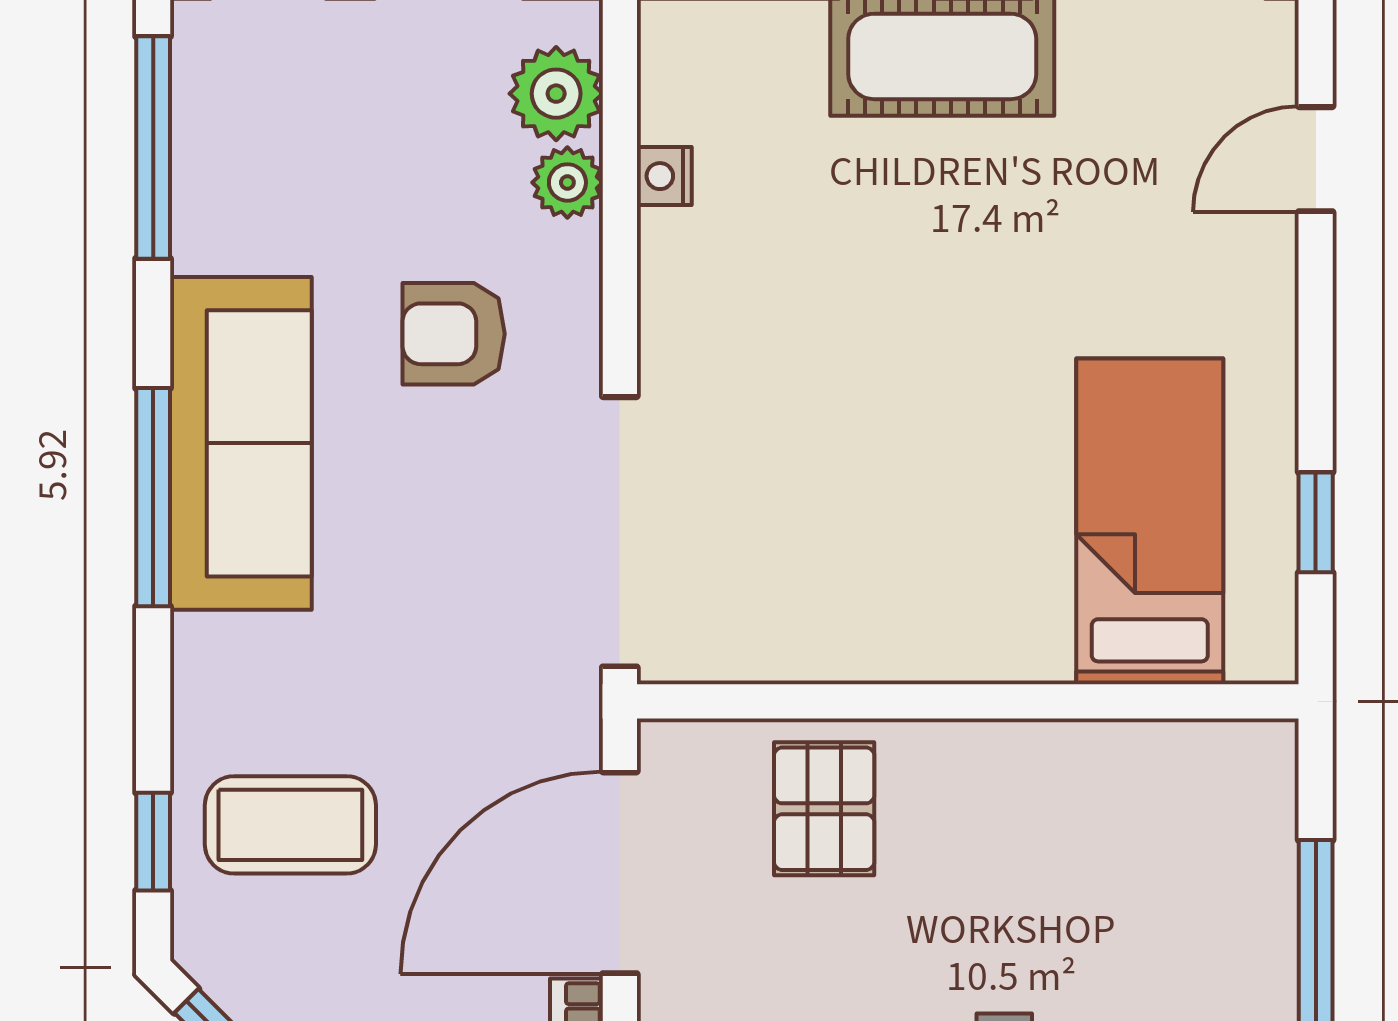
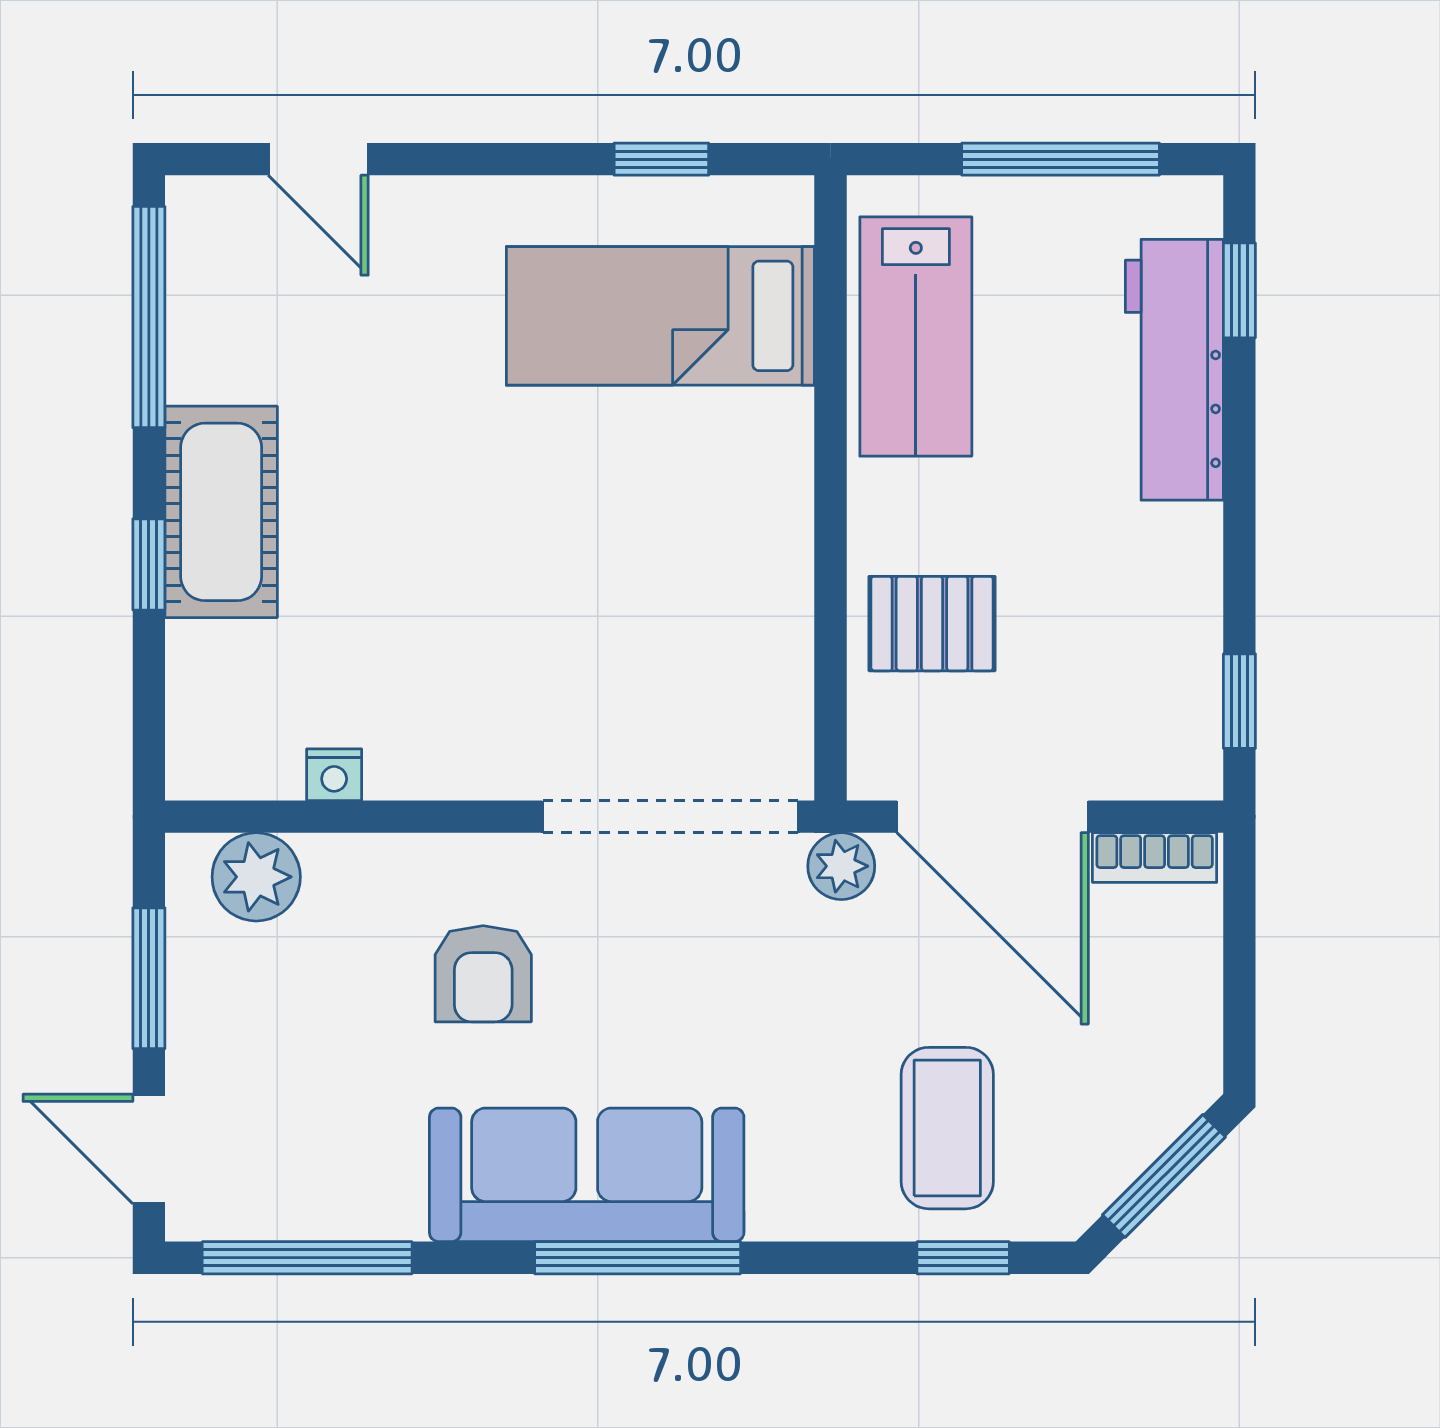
plant: (567, 182) -> (841, 866), moved
lab bench: (1128, 792) -> (916, 336), added

